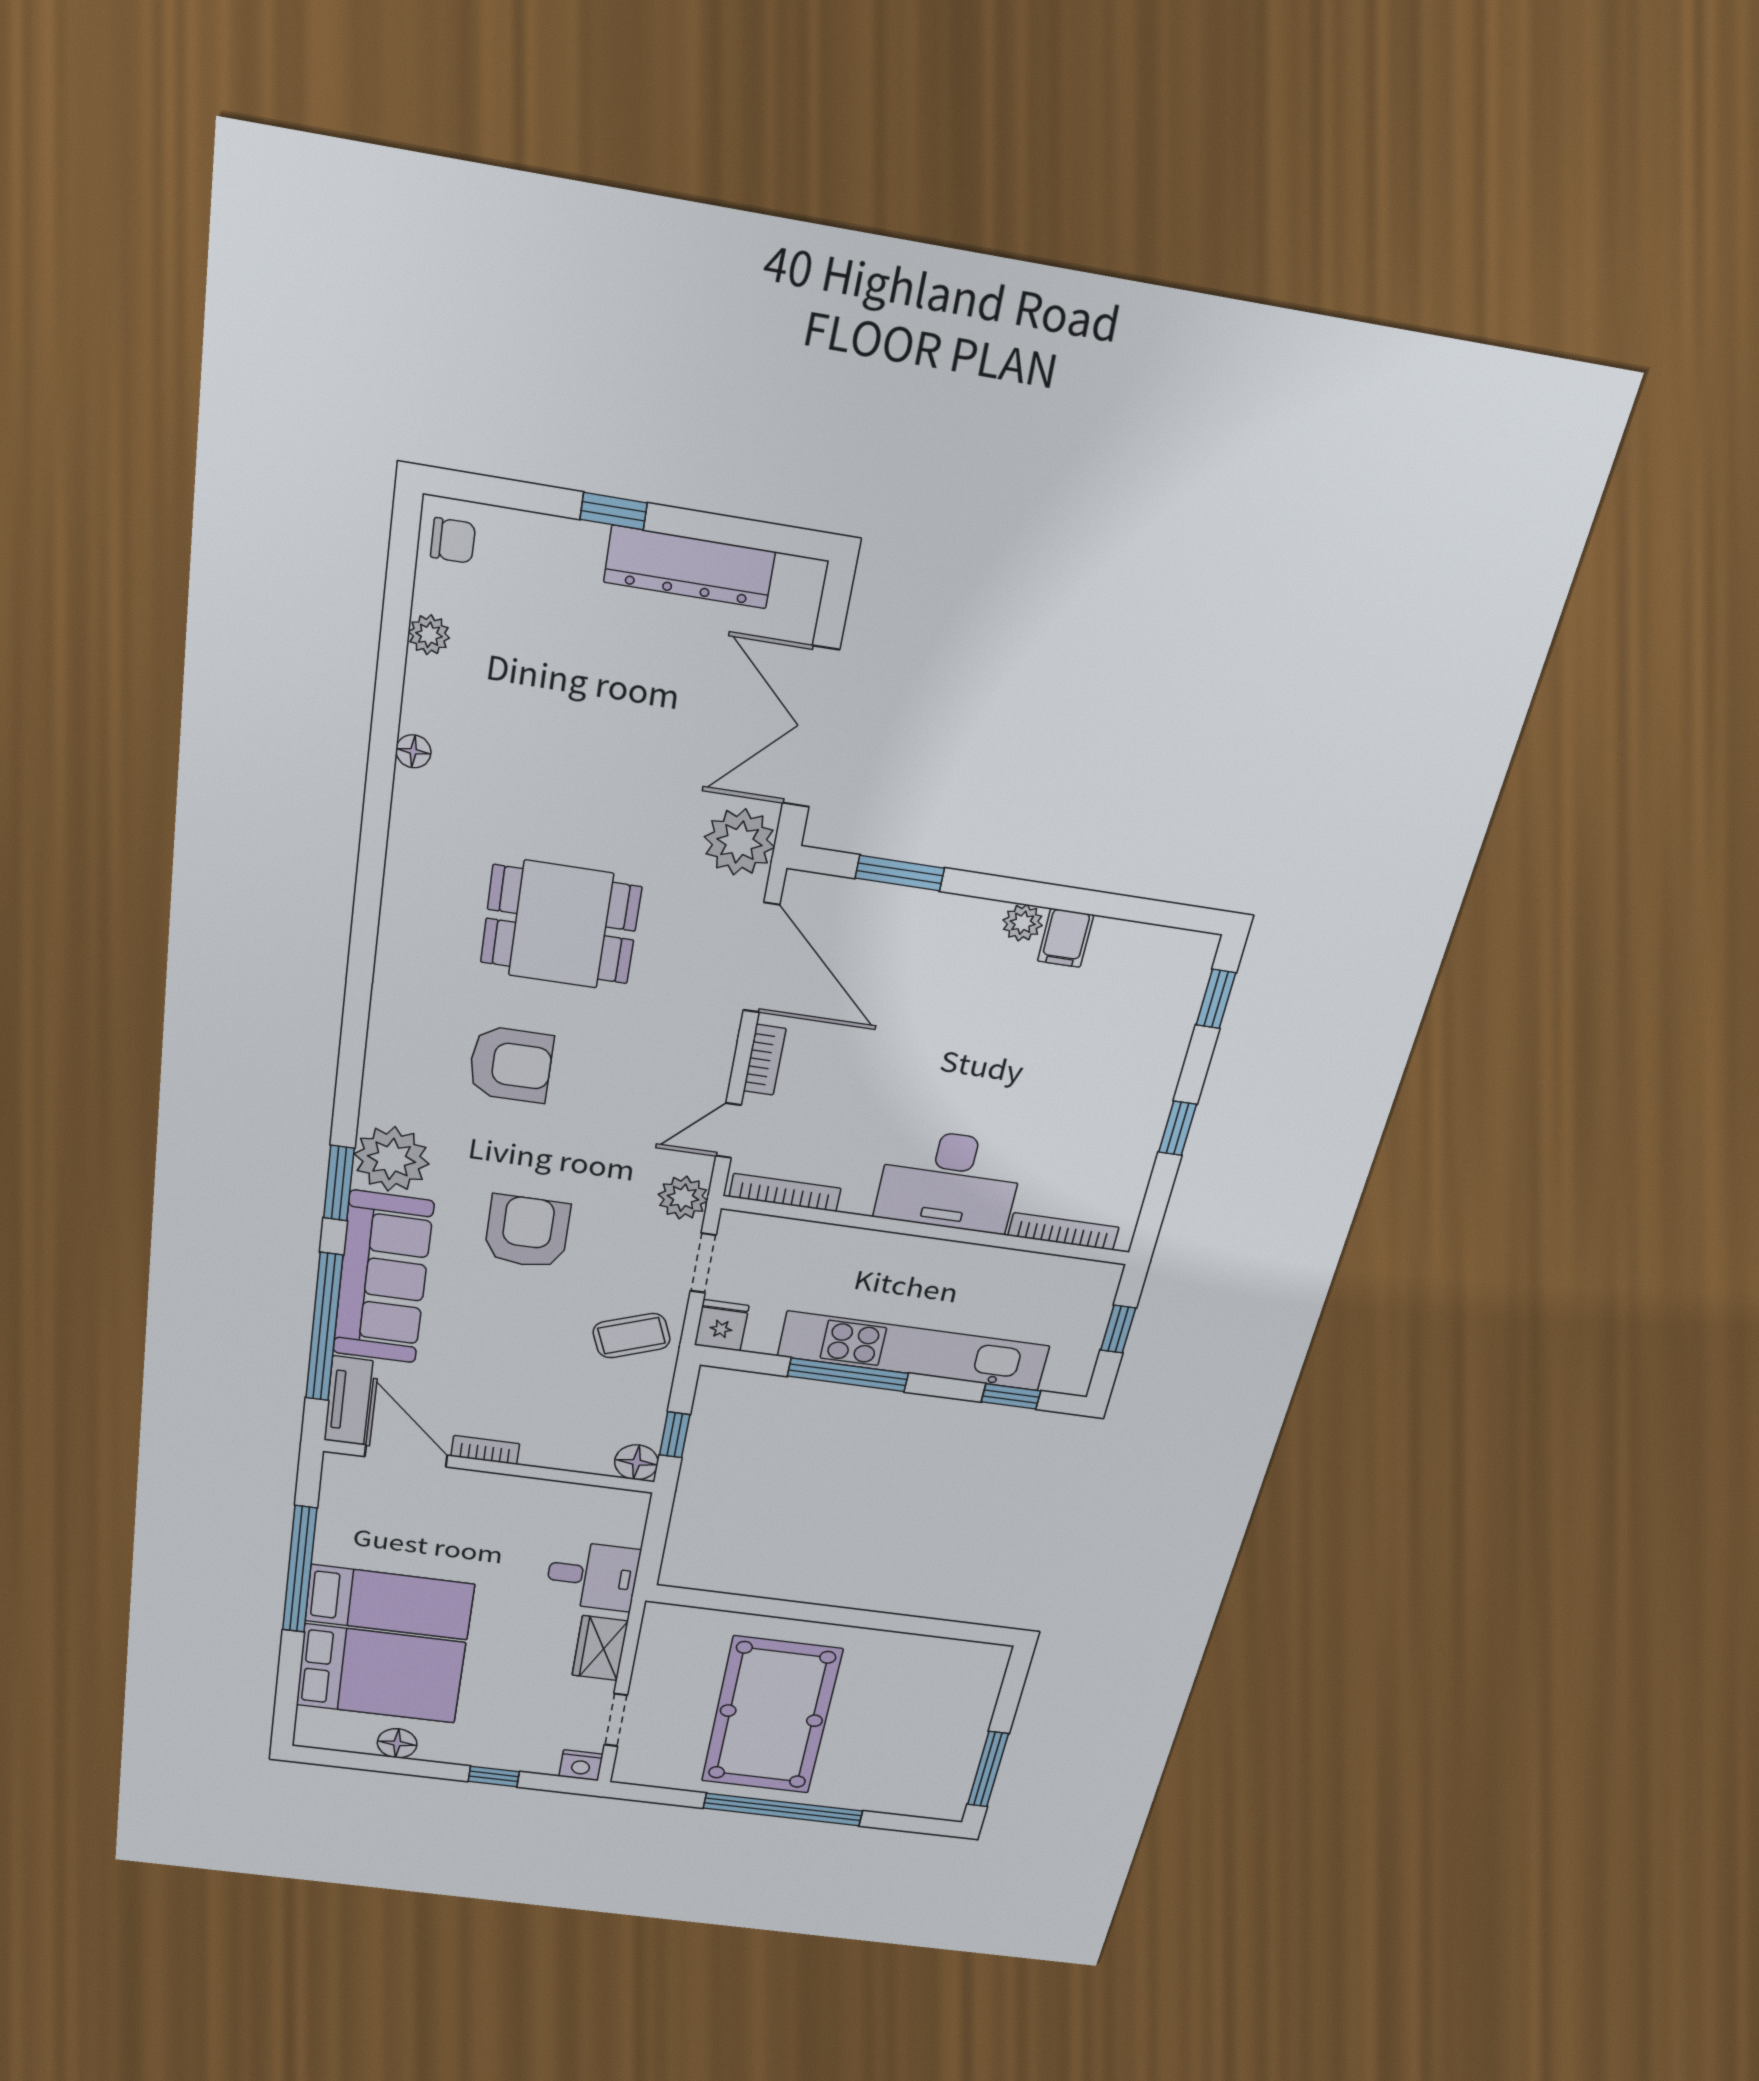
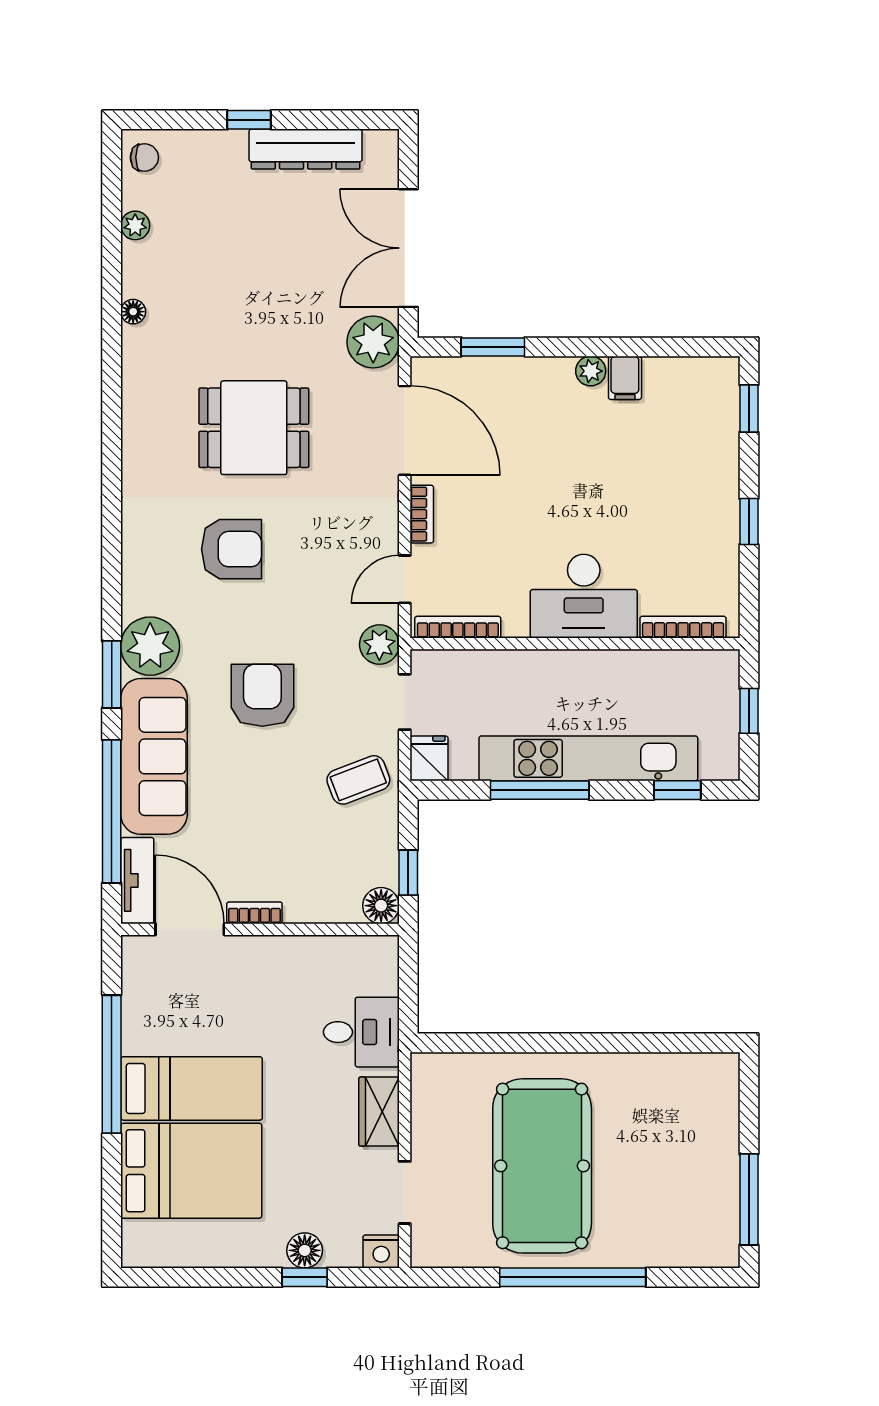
floor lamp: (397, 1743) -> (305, 1250), moved

